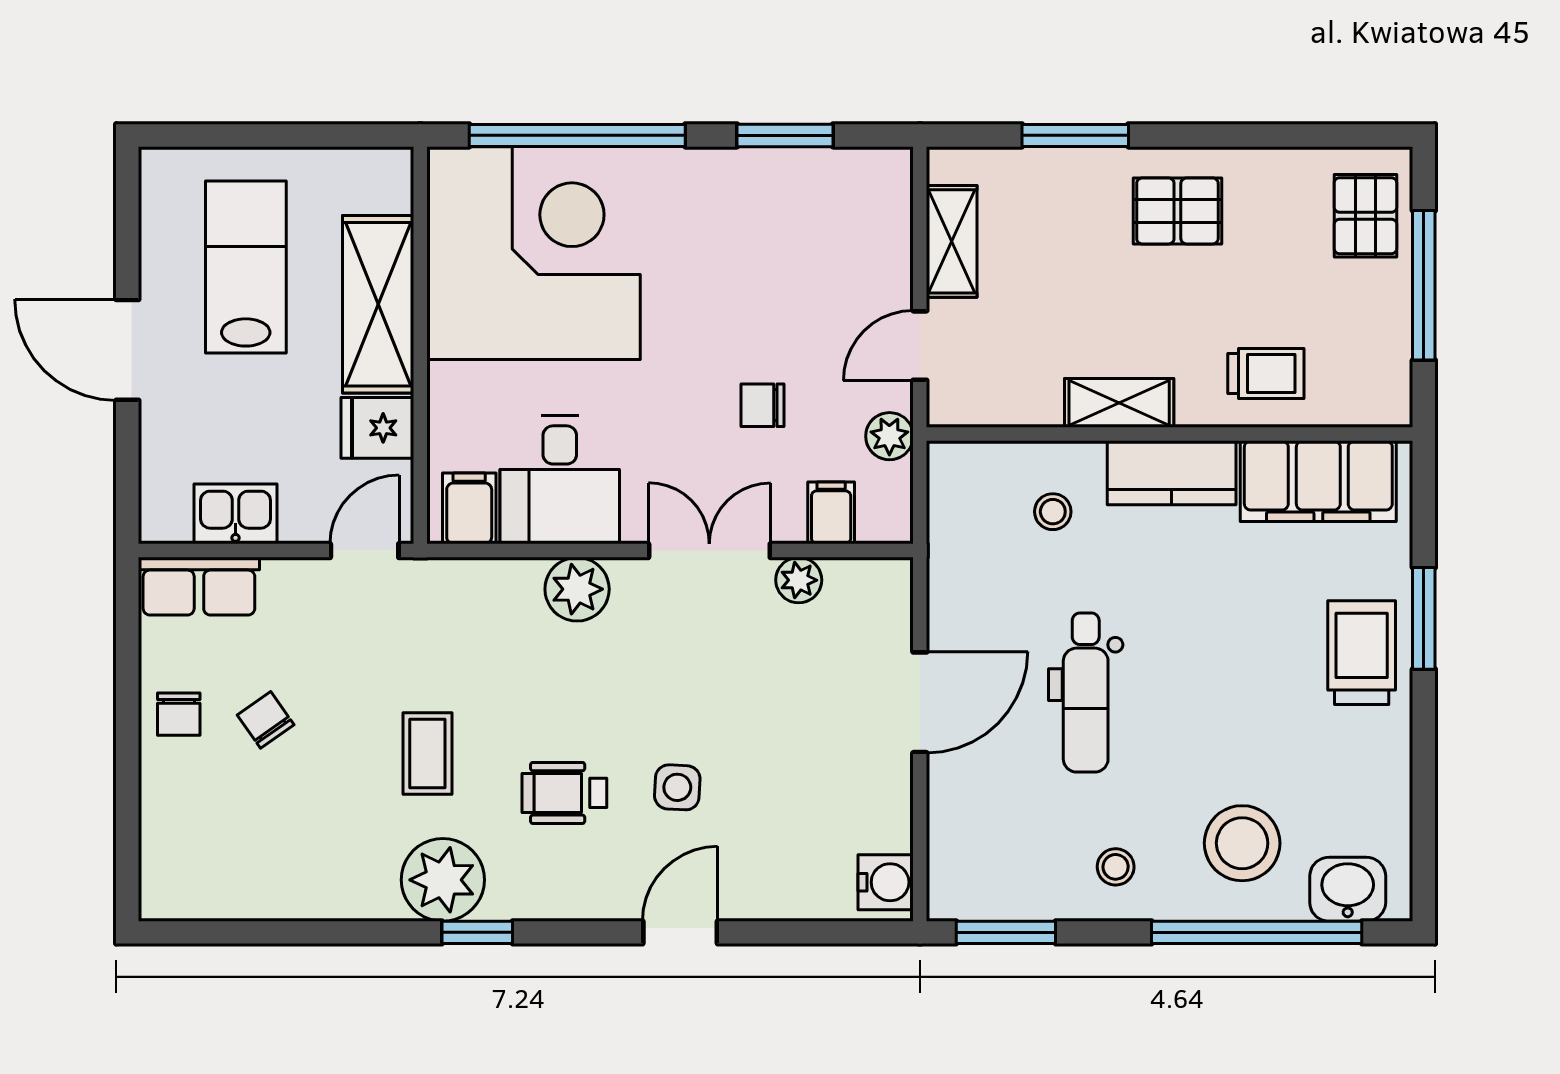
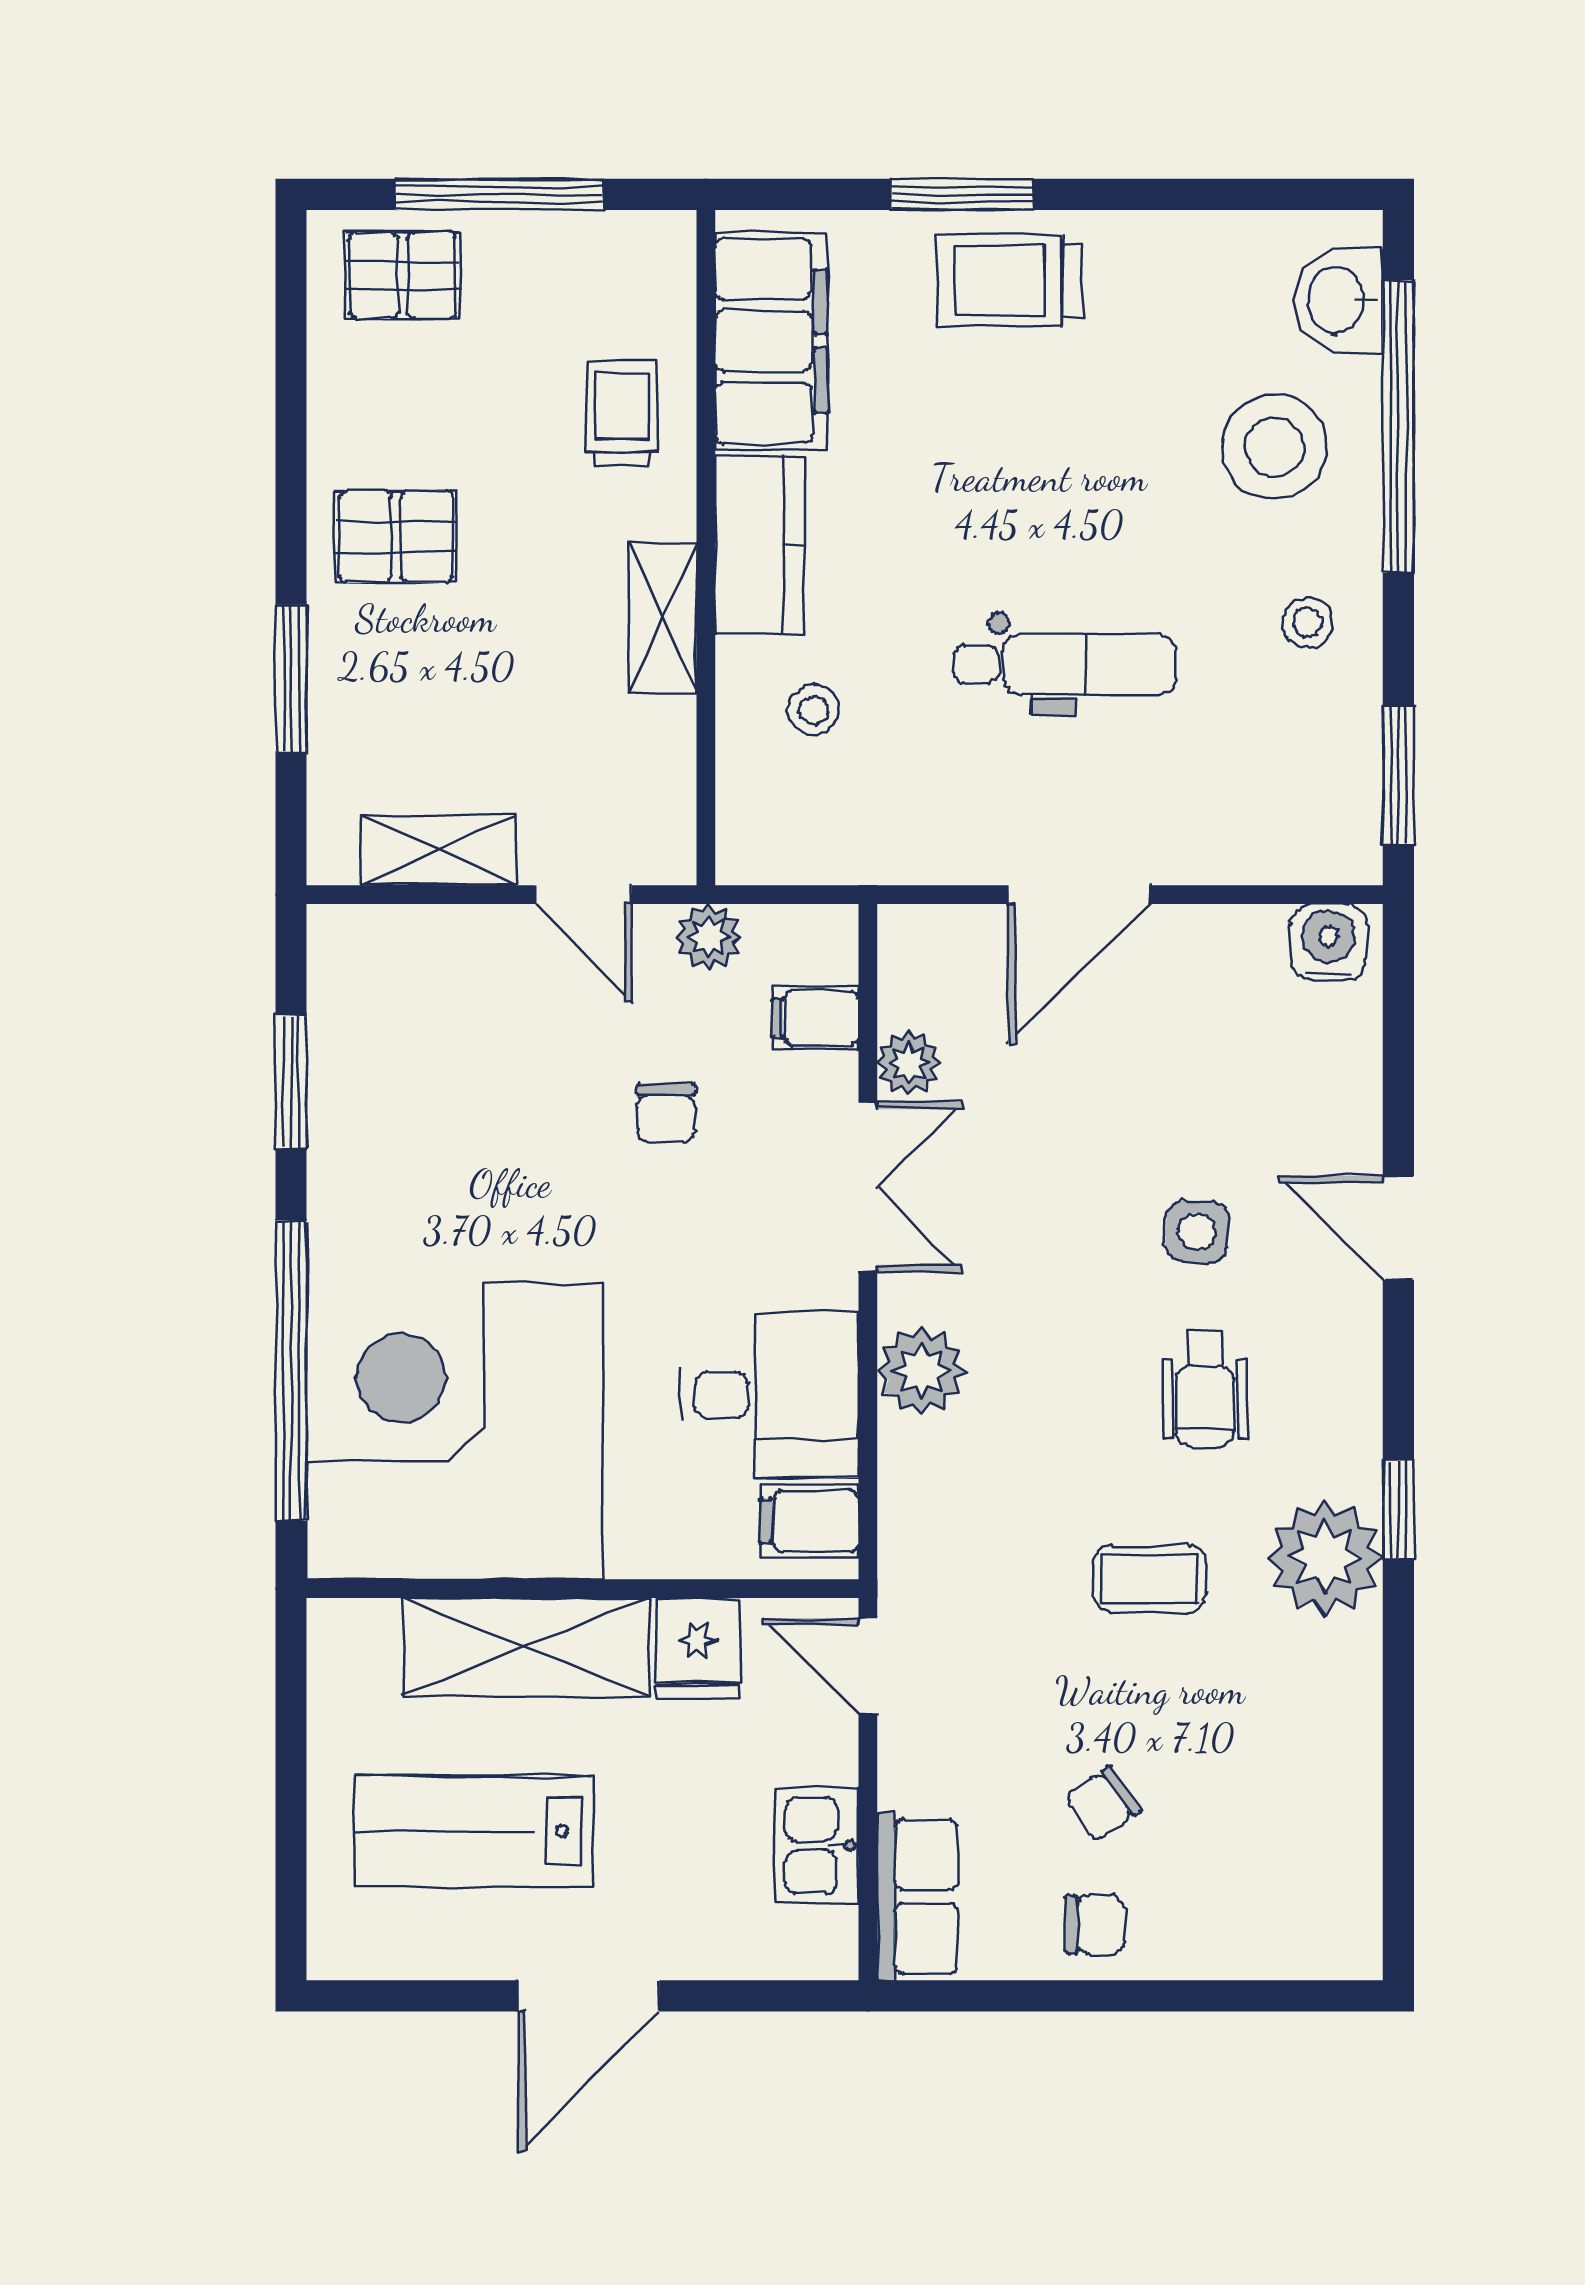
pallet: (1177, 211) -> (396, 537), turned 90
double door: (709, 551) -> (868, 1187), swing flipped
door: (920, 702) -> (1079, 895), swing flipped

